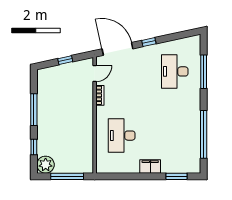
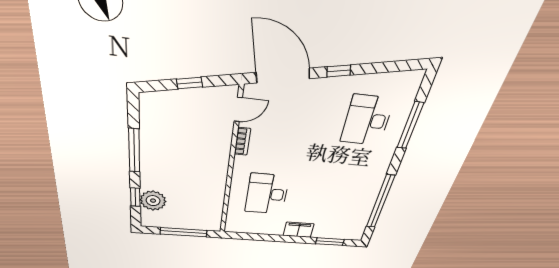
plant: (46, 165) -> (153, 201), moved

